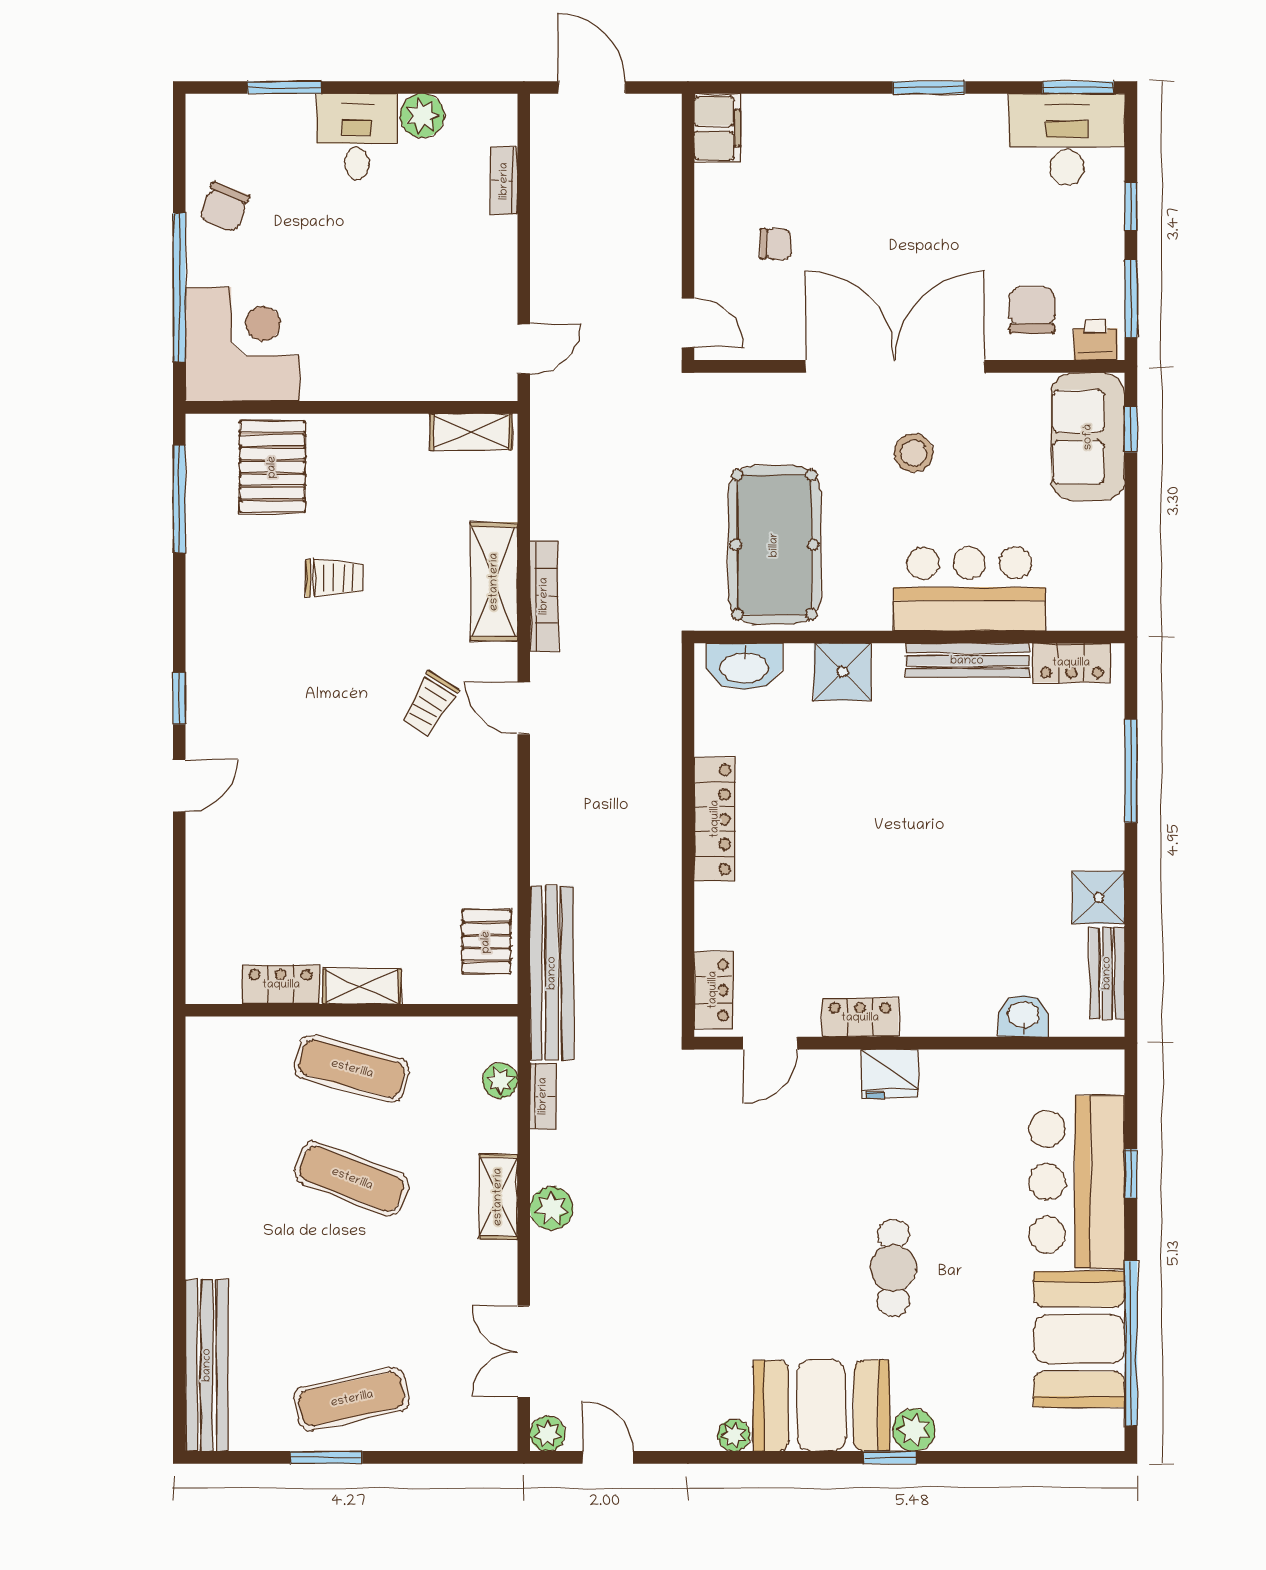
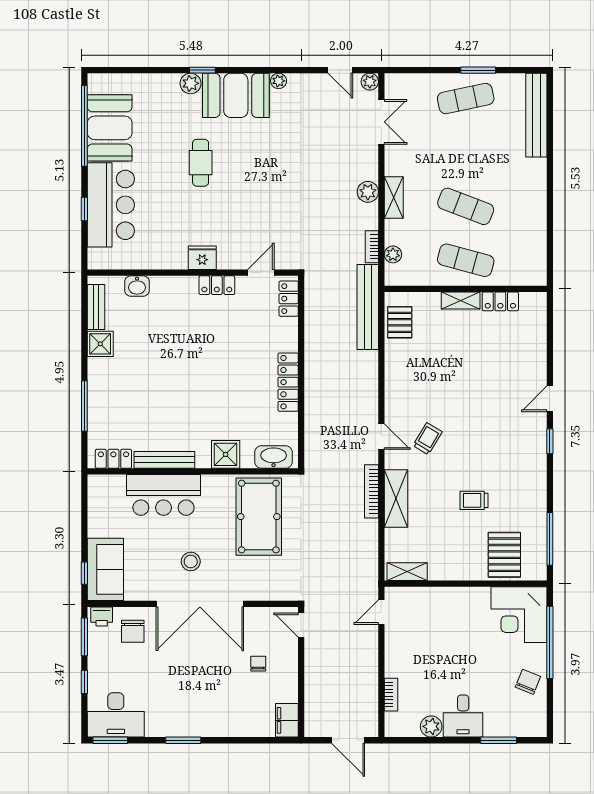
chair: (776, 244) -> (258, 664), turned 90

